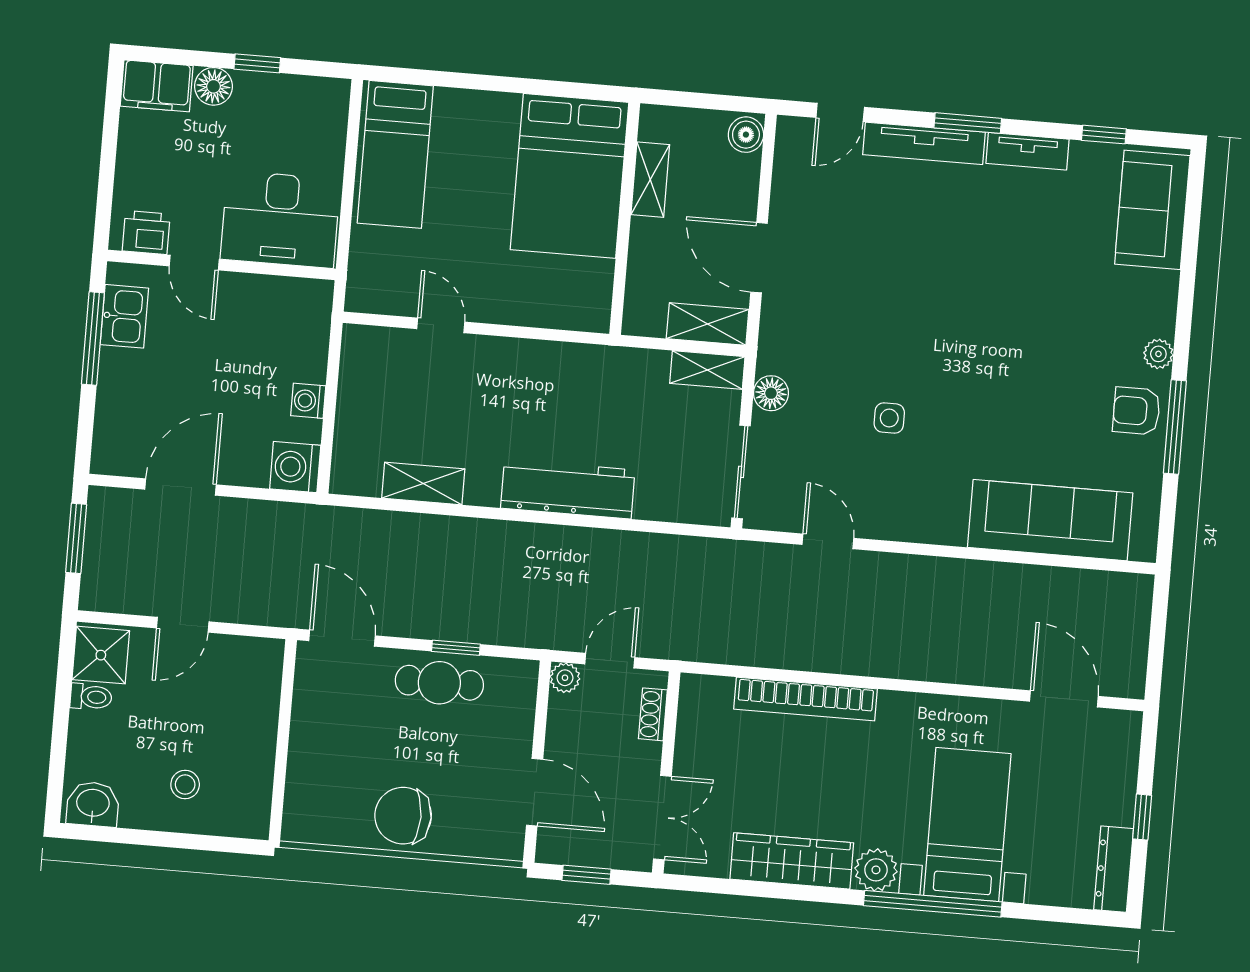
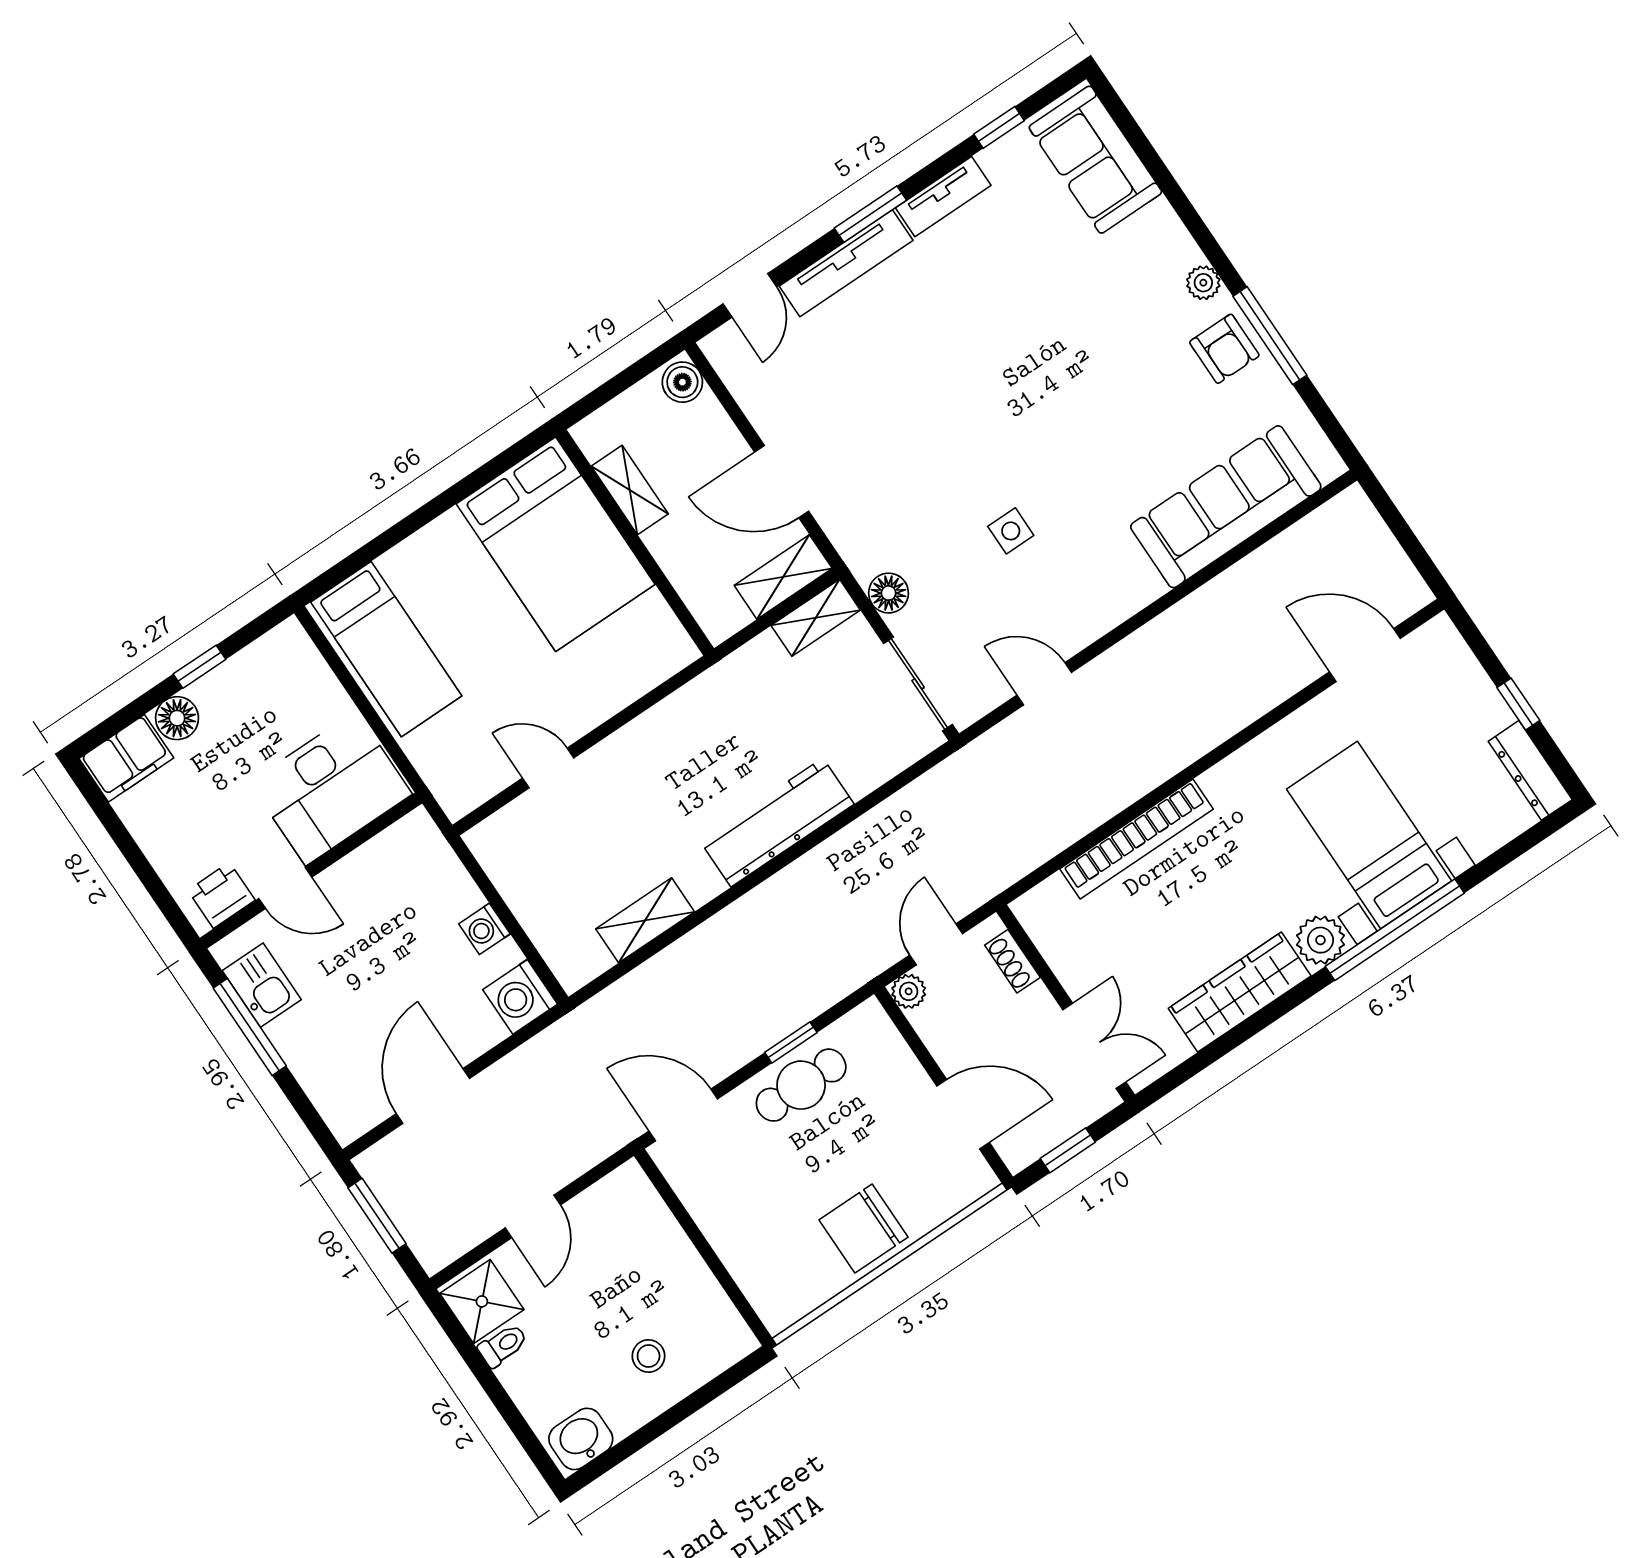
armchair: (1136, 411) -> (1224, 349), turned -90

